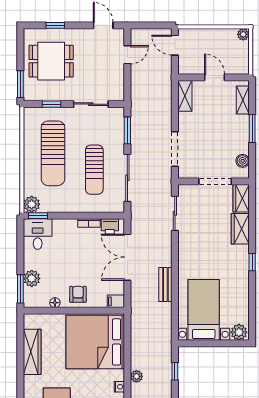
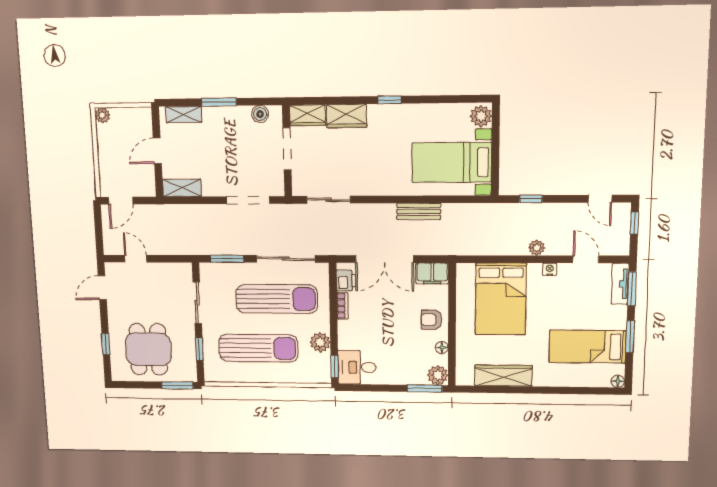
sun lounger: (94, 170) -> (277, 299), width x1.36, depth x1.34
plant: (32, 204) -> (320, 342), moved
plant: (32, 278) -> (438, 375), moved
filing cabinet: (116, 301) -> (432, 273), width x2.00
bed: (95, 342) -> (501, 299), width x0.73

